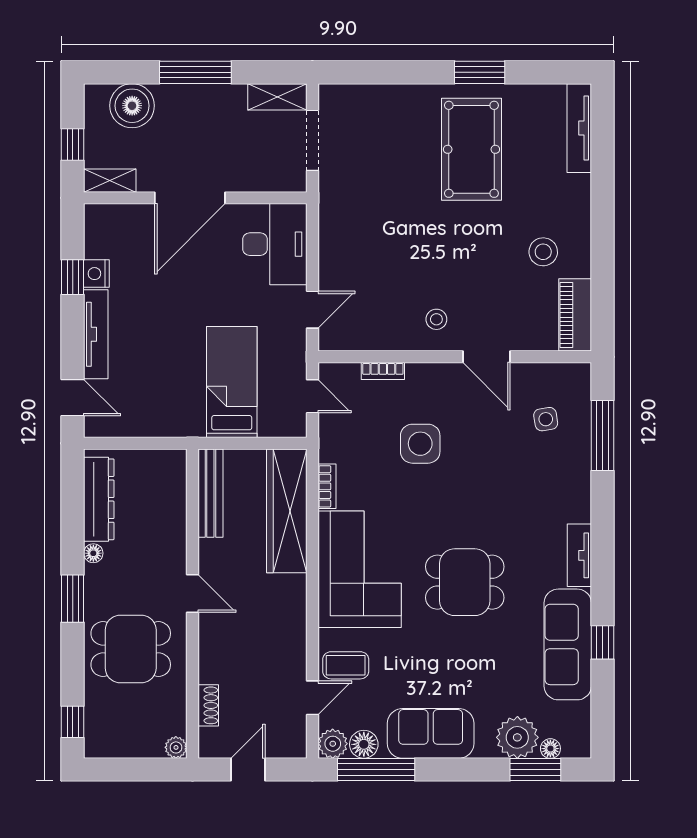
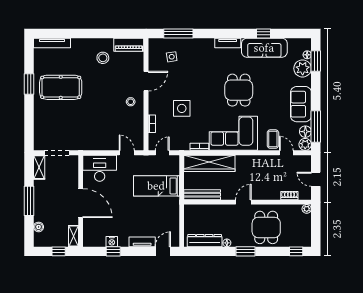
boiler: (132, 106) -> (39, 227), width x0.54, depth x0.54
tv unit: (96, 334) -> (142, 242), width x0.71

